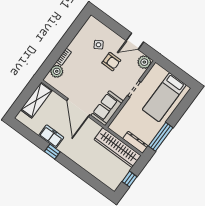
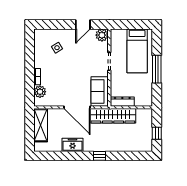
armchair: (111, 62) -> (76, 53), removed
window: (161, 137) -> (157, 69), moved
dresser: (135, 142) -> (122, 102), moved
wardrobe: (118, 148) -> (113, 116), moved
window: (52, 152) -> (99, 156), moved

